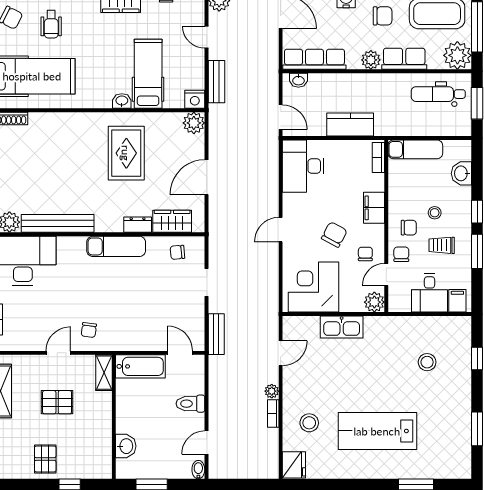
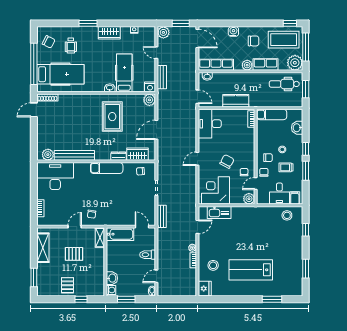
filing cabinet: (374, 208) -> (249, 147), removed
kitchen sink: (342, 327) -> (219, 212), moved
stool: (427, 362) -> (287, 215), moved
washing machine: (124, 468) -> (111, 290), added

